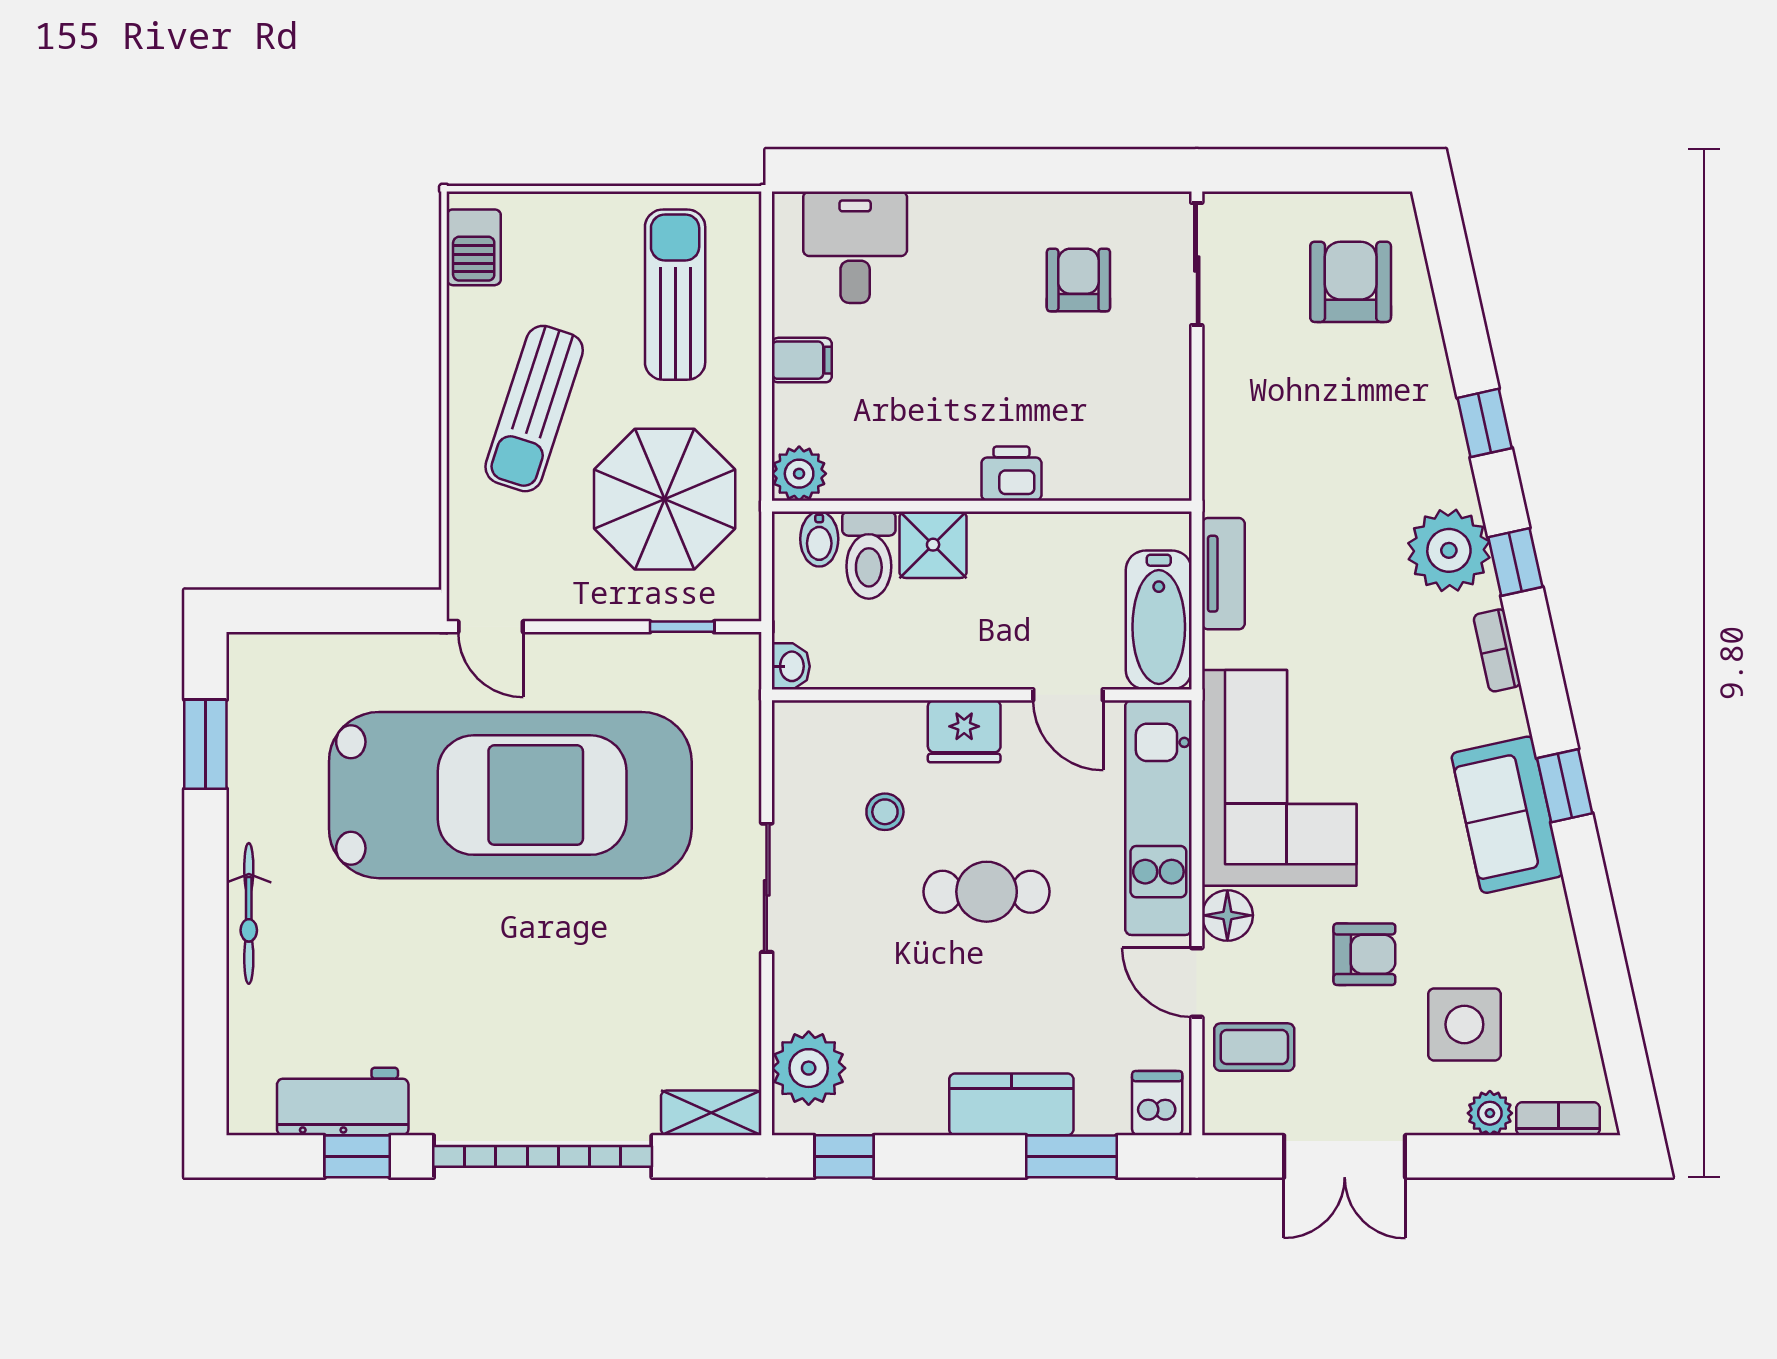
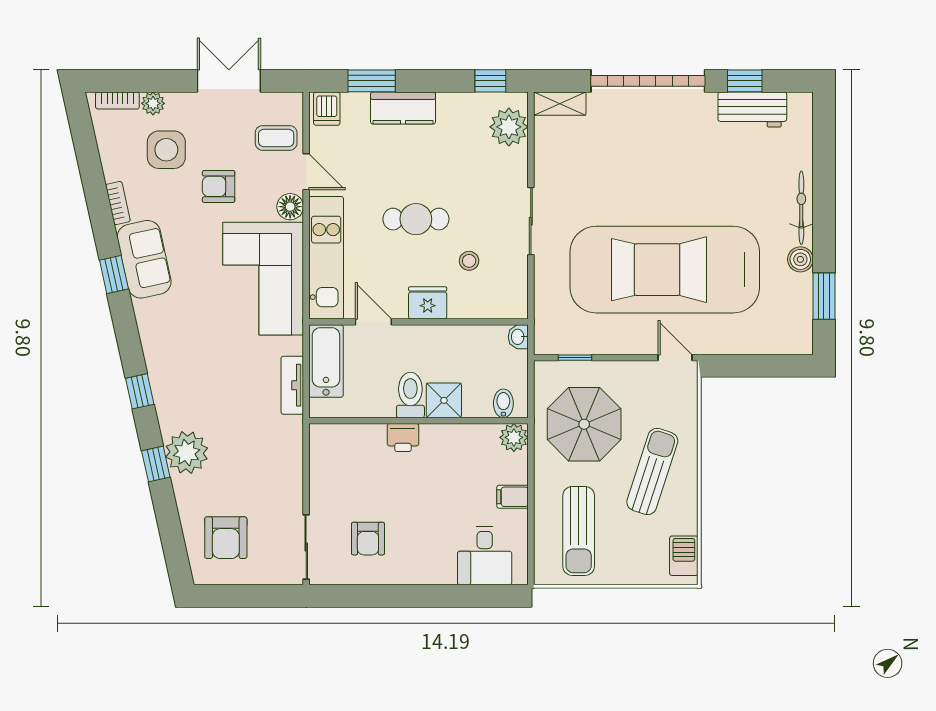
plant: (1449, 550) -> (187, 453), moved
toilet: (869, 555) -> (410, 395), moved
bookcase: (1497, 650) -> (118, 203), moved
boiler: (251, 815) -> (800, 259), added

